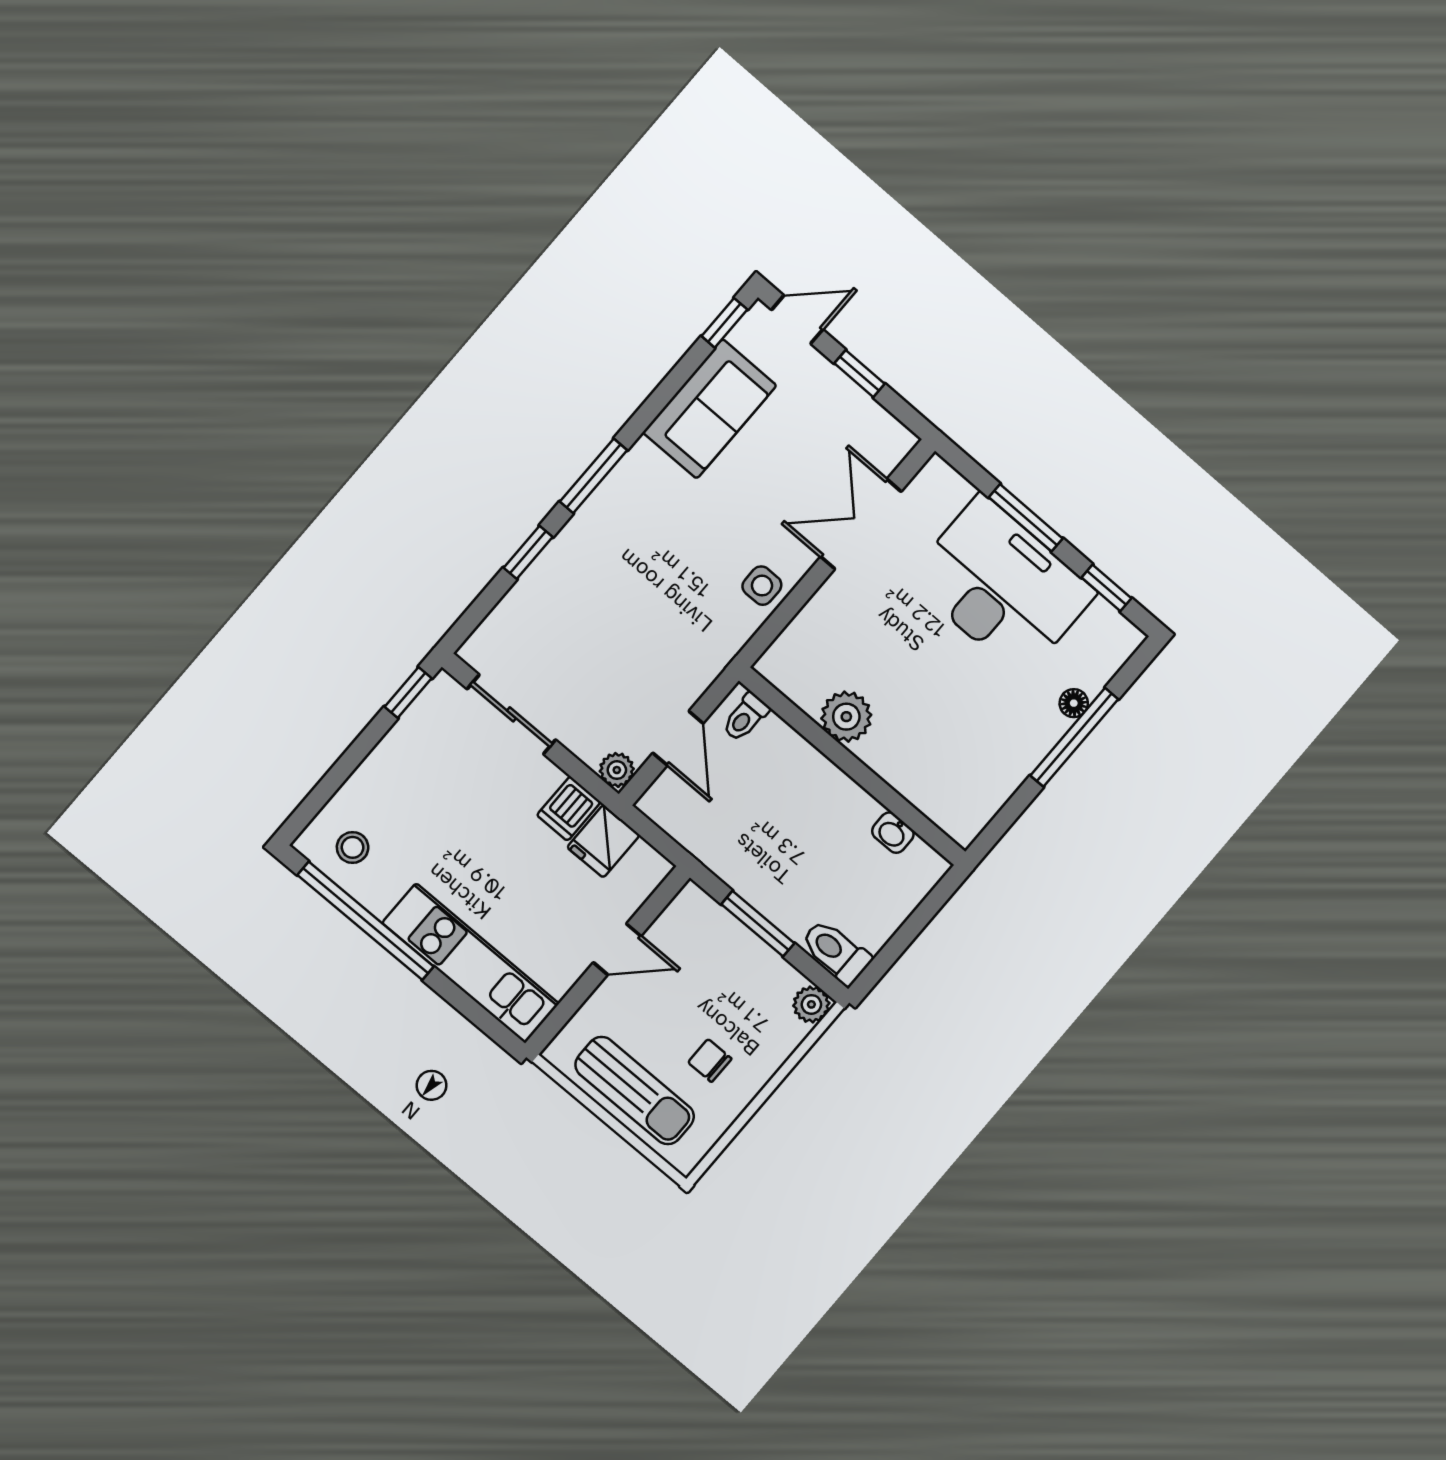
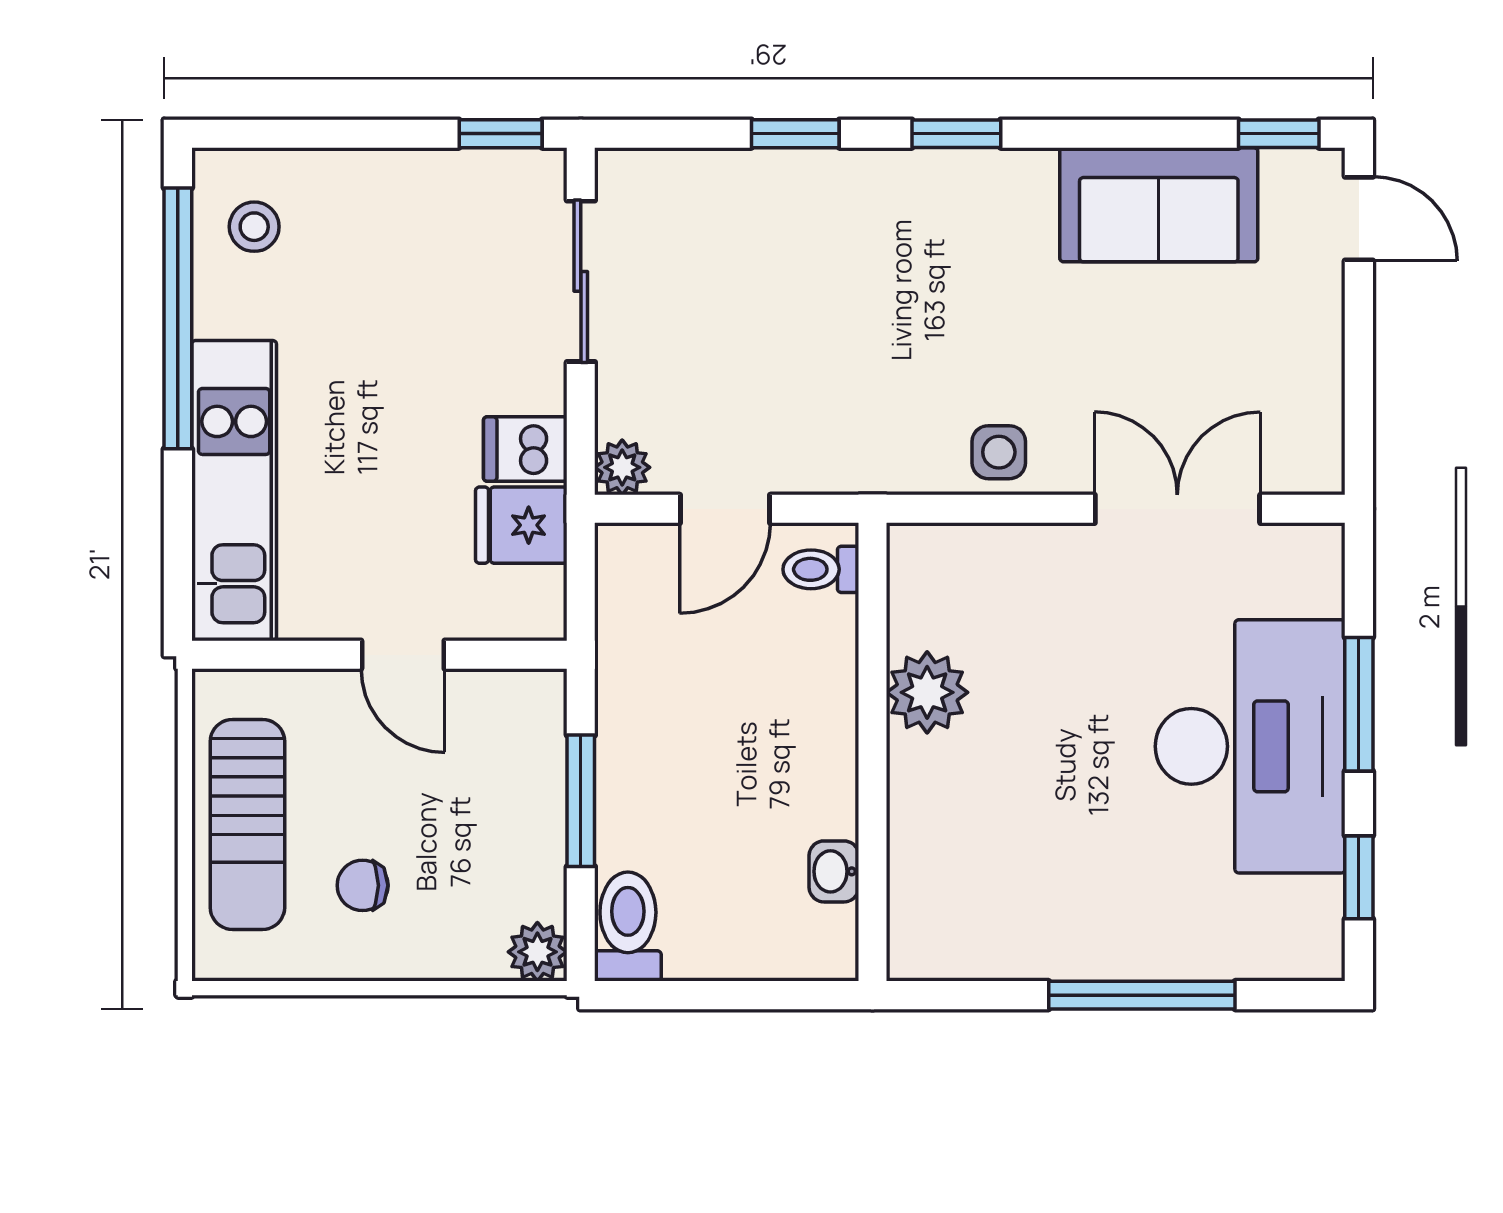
window: (859, 374) -> (1359, 350), removed
window: (593, 476) -> (956, 134), width x0.67
floor lamp: (1074, 703) -> (1183, 958), removed
chair: (710, 1060) -> (363, 885), turned -90

